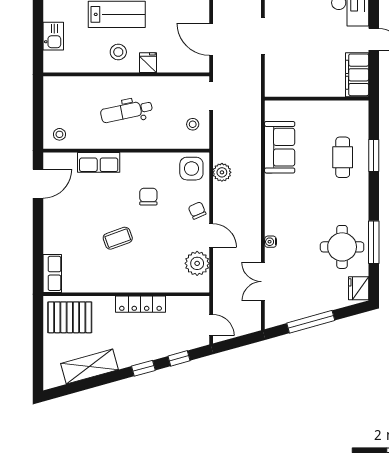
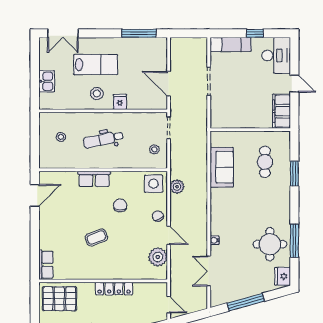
stool: (59, 134) -> (61, 137), moved
cafe table: (343, 157) -> (265, 162), moved
row of seats: (99, 162) -> (94, 179), moved

